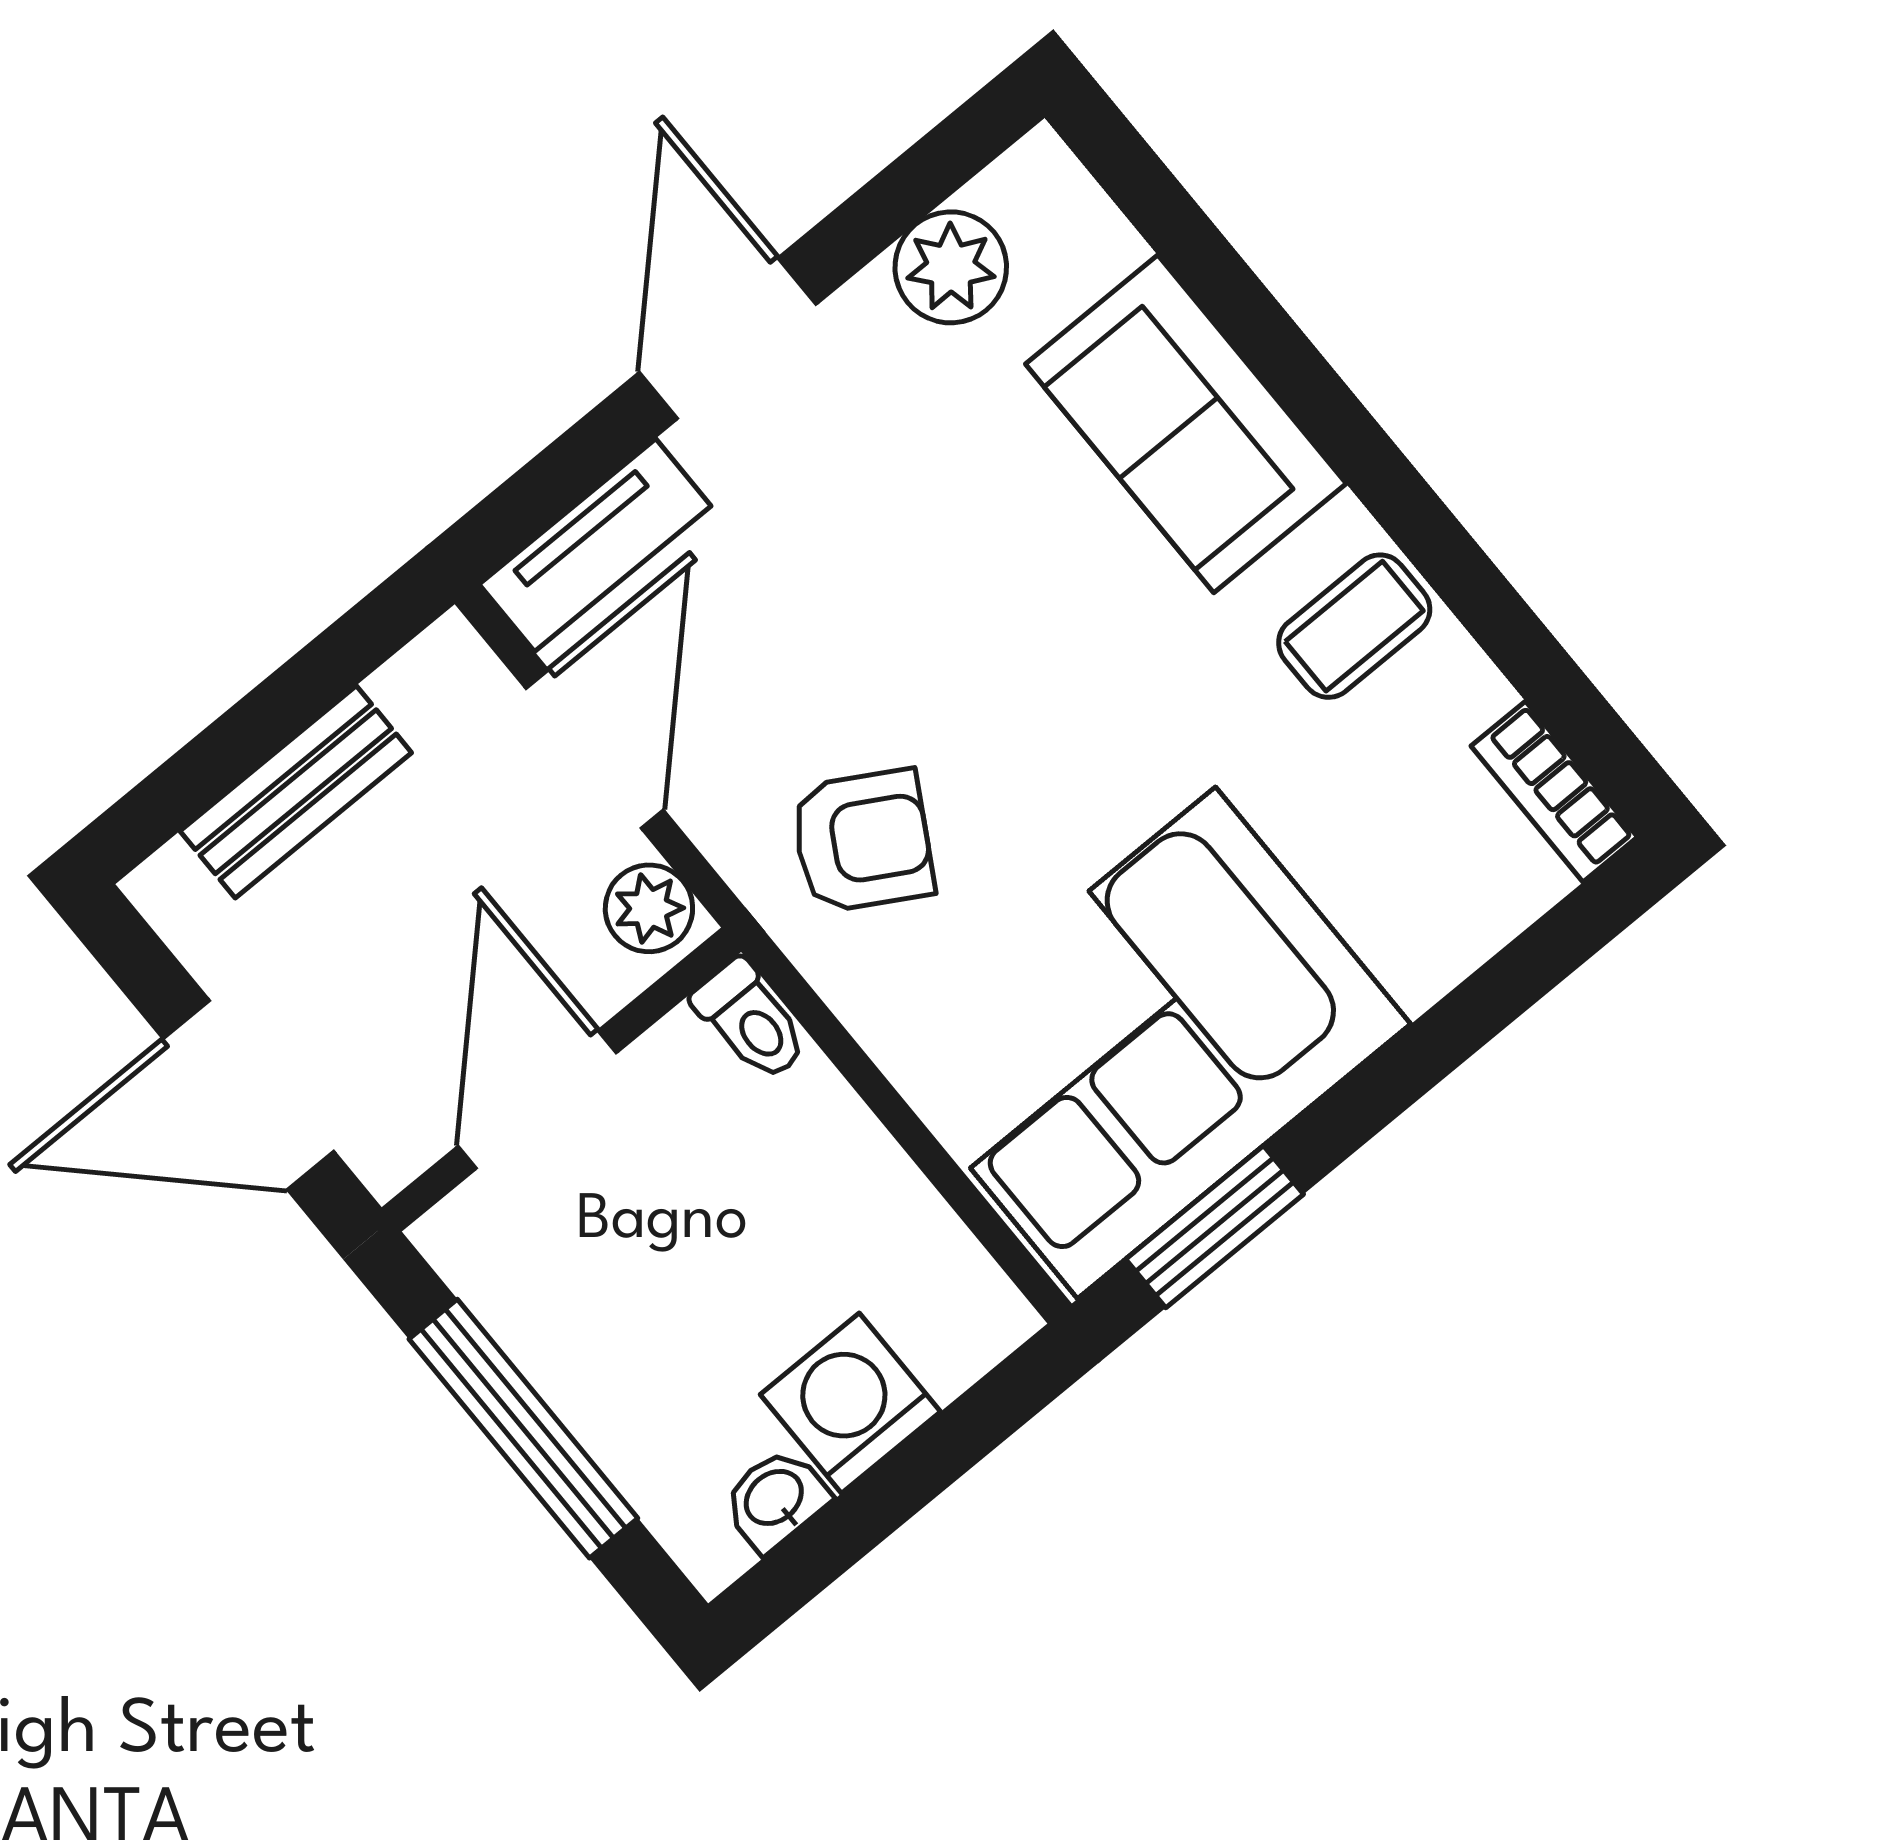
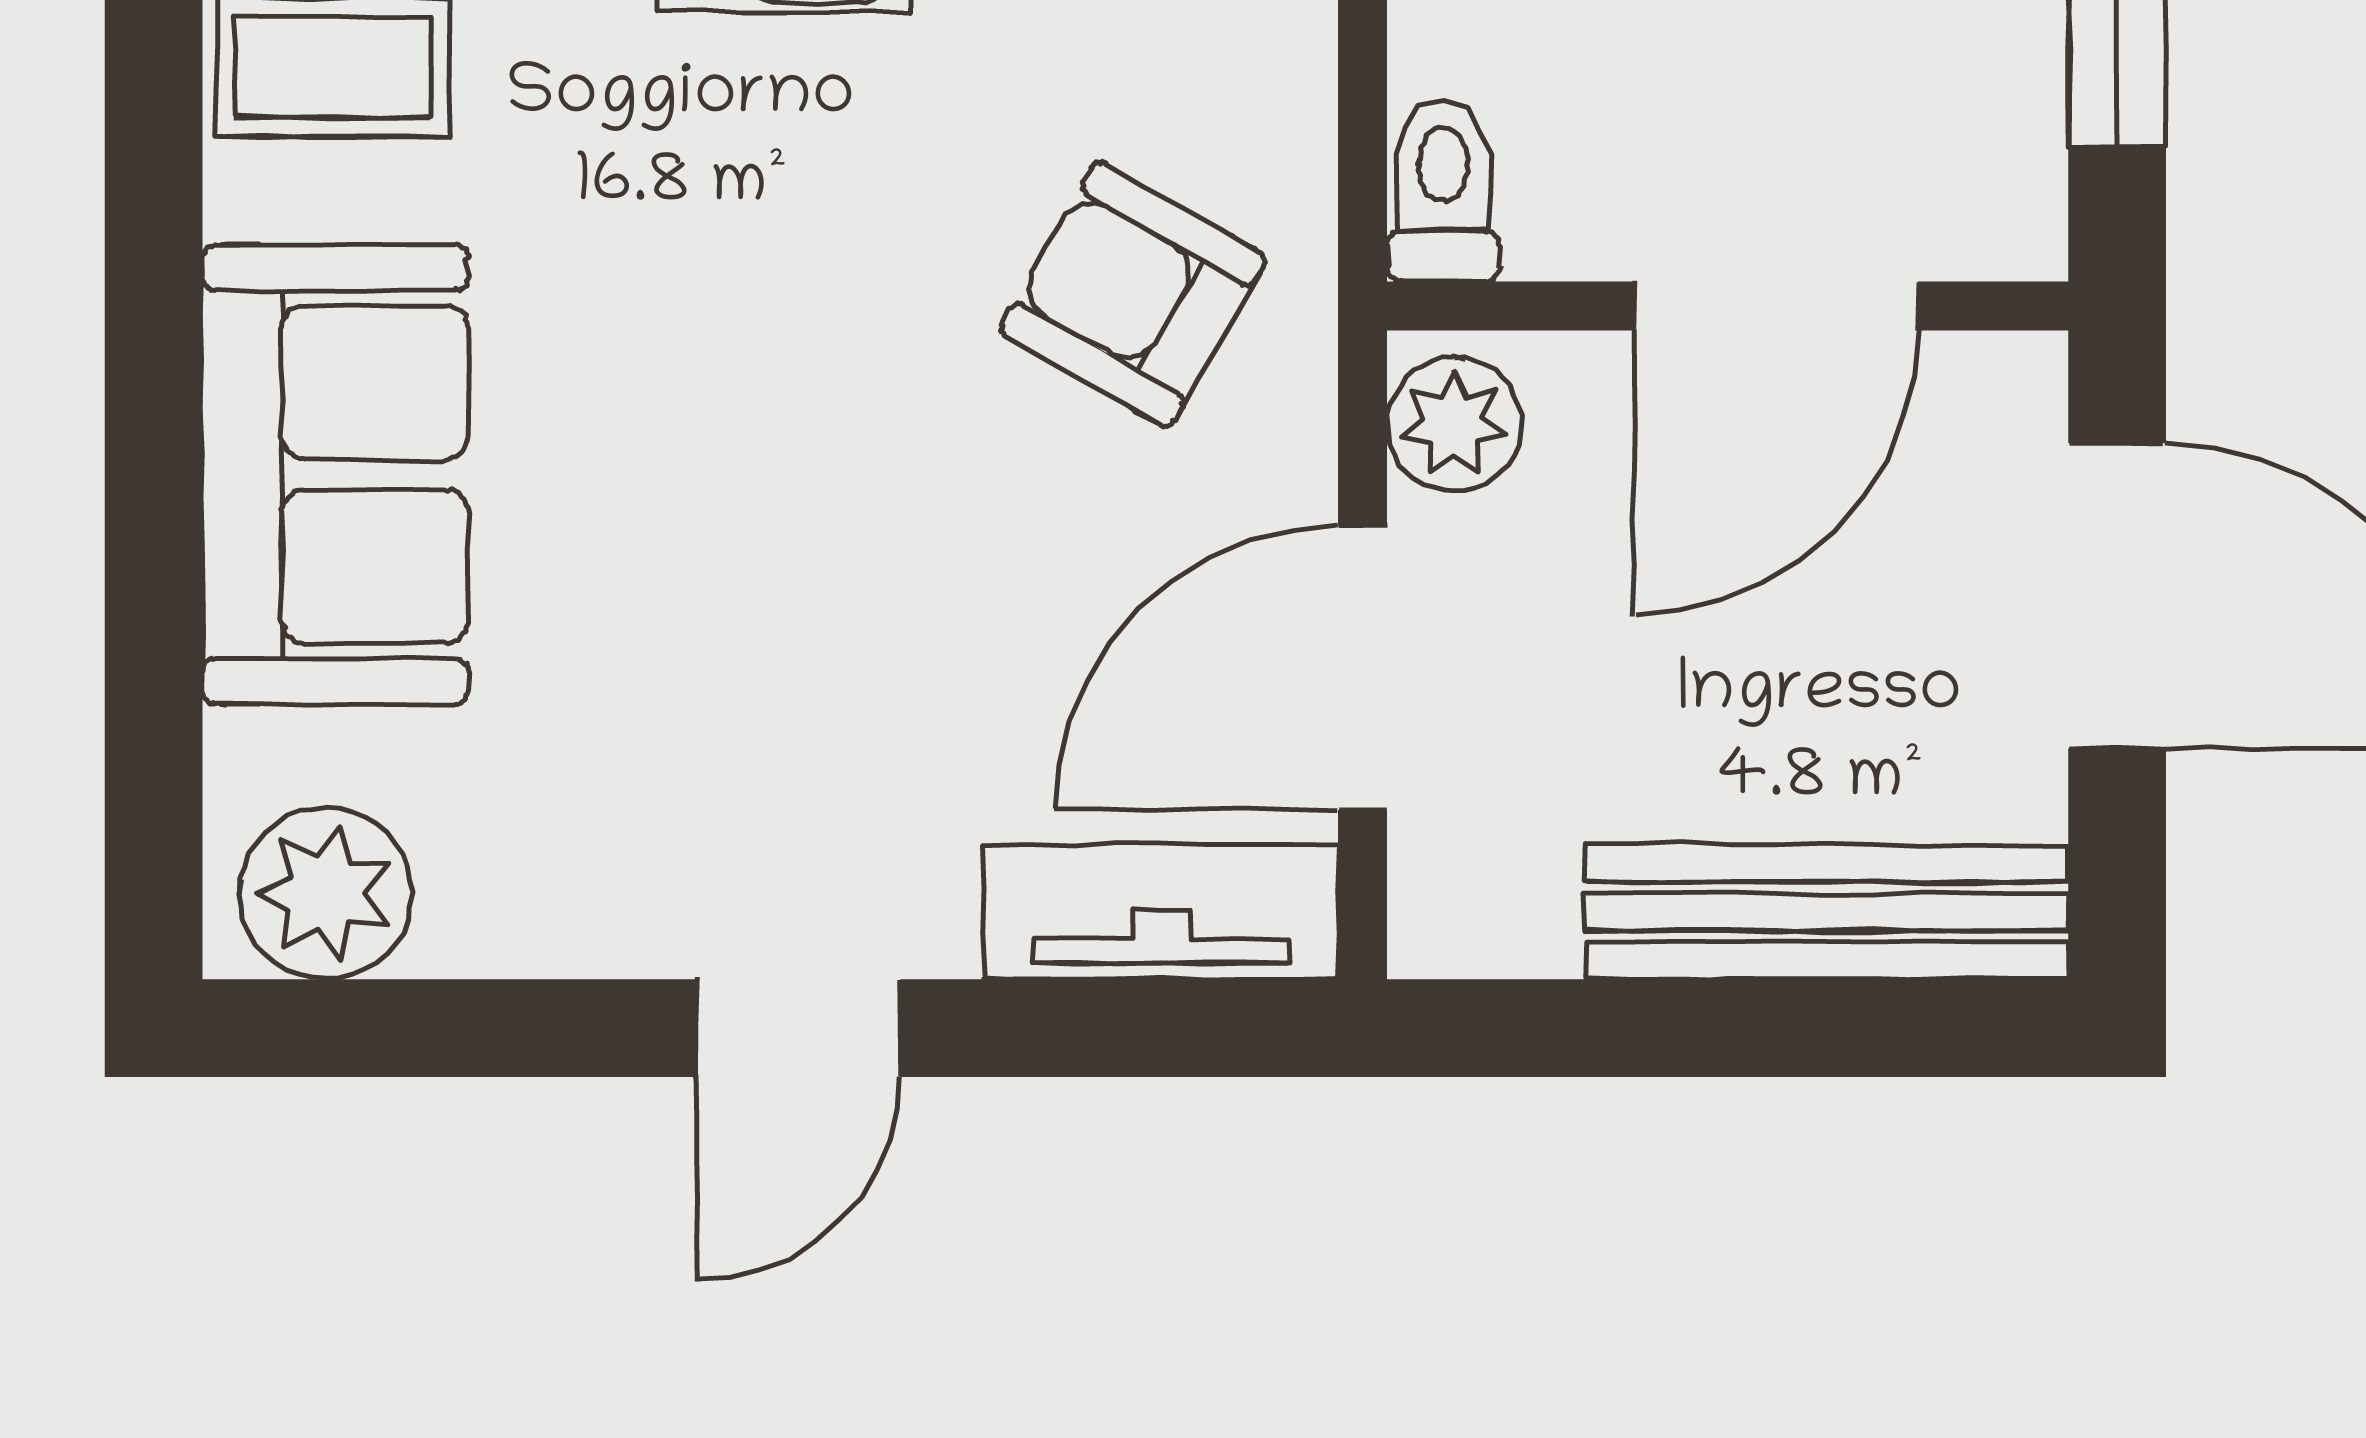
plant: (951, 267) -> (325, 893), moved
door: (728, 338) -> (798, 1028), width x0.73
bench: (296, 792) -> (1826, 912), width x1.36

